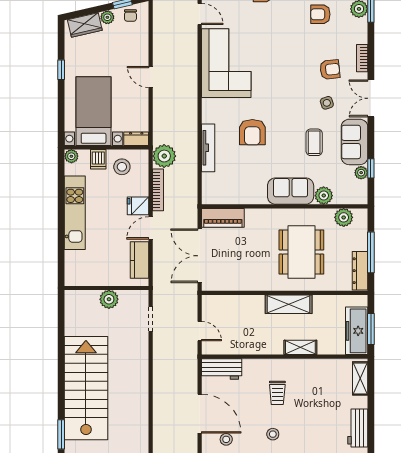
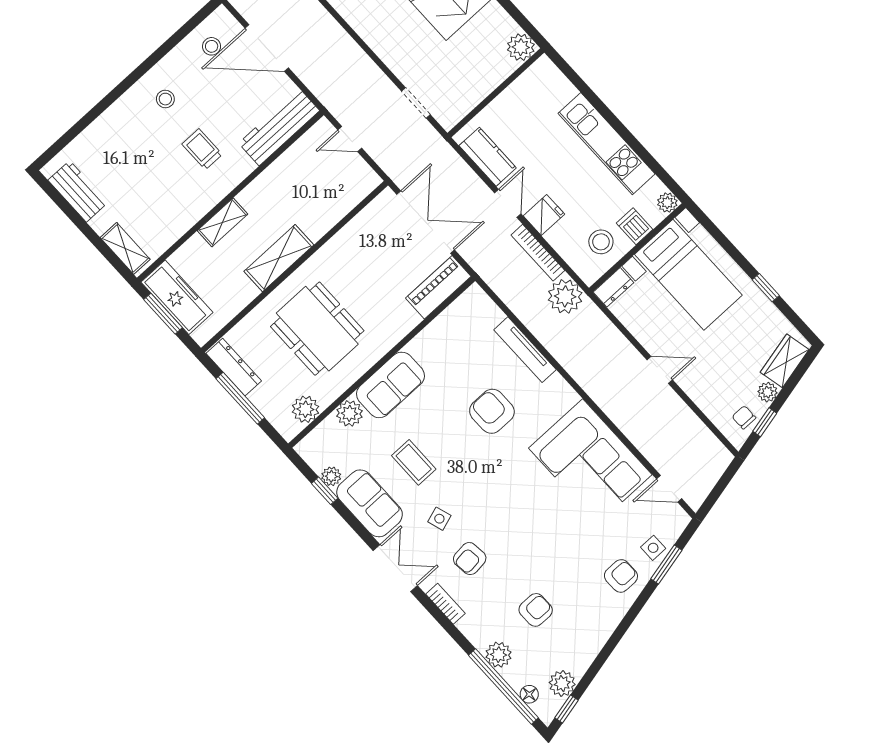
plant: (109, 299) -> (521, 47), moved
workbench: (222, 369) -> (279, 127), width x1.38

